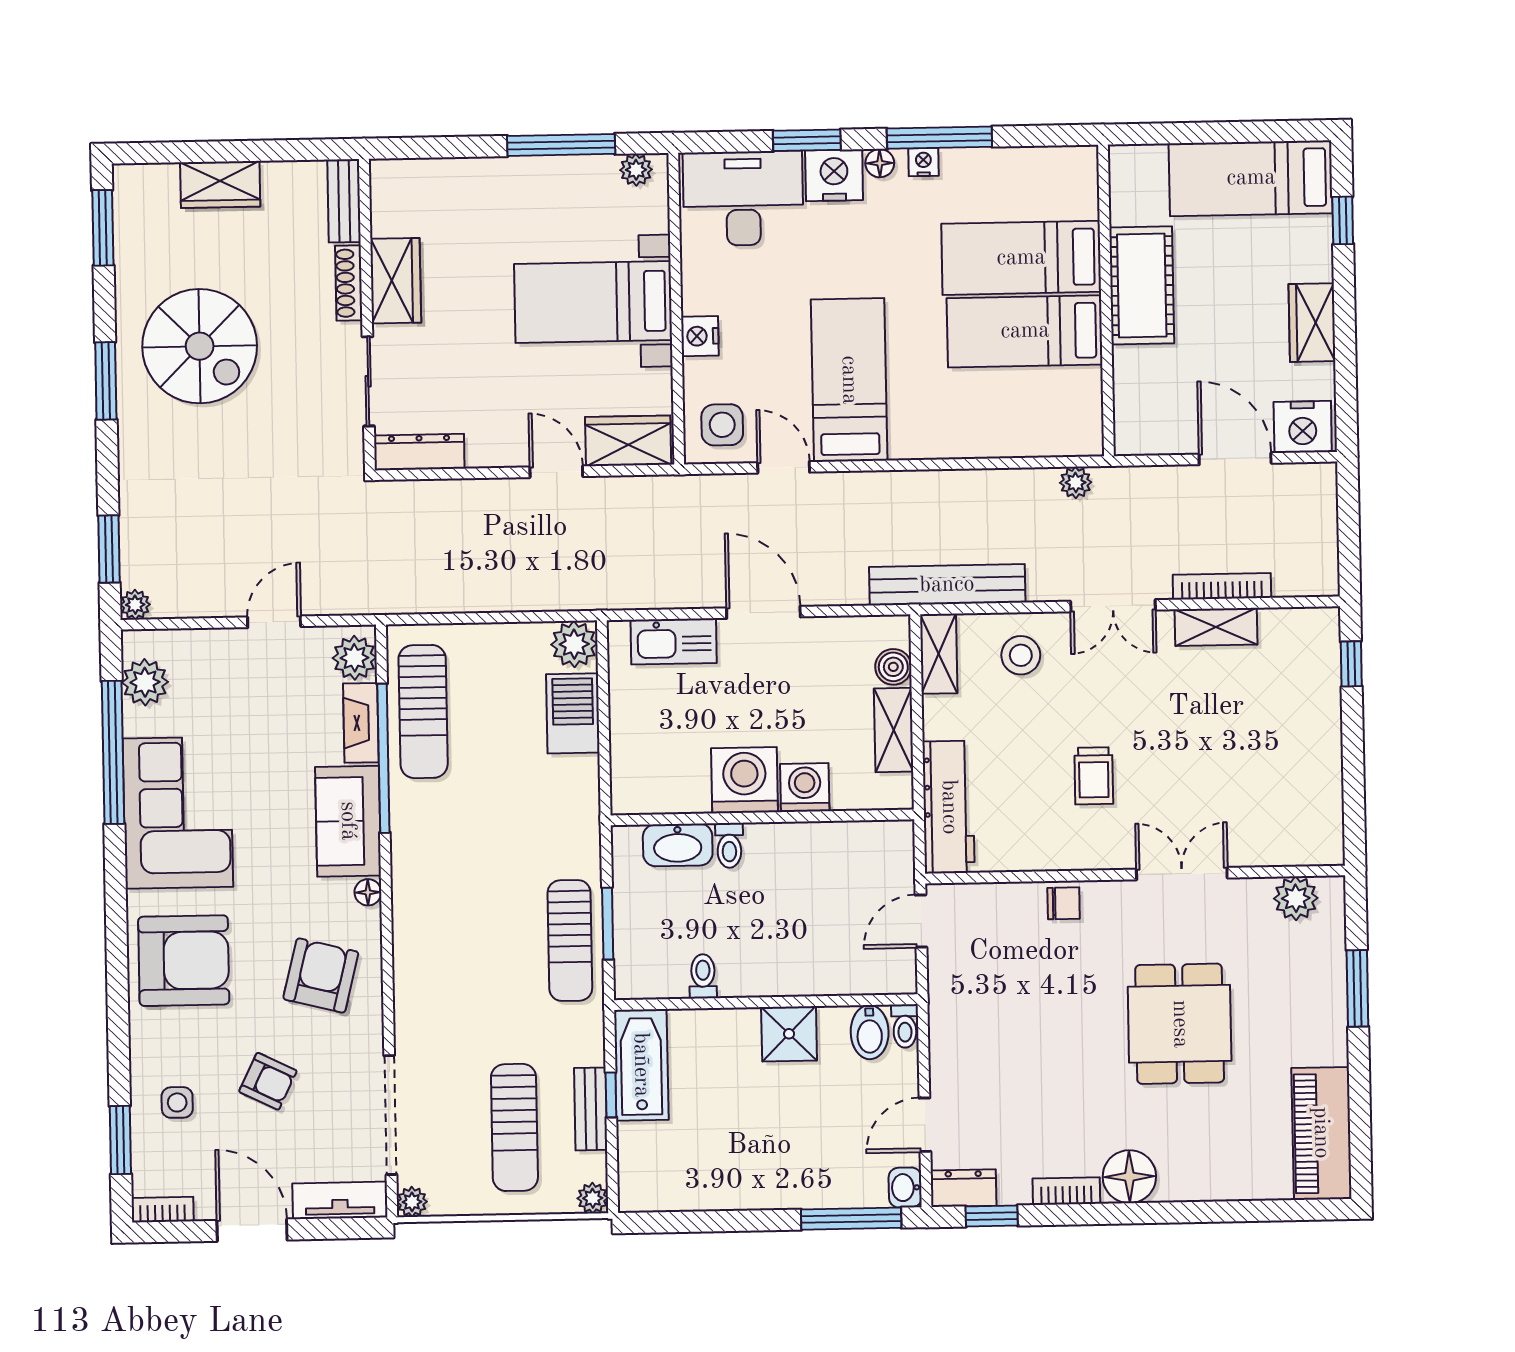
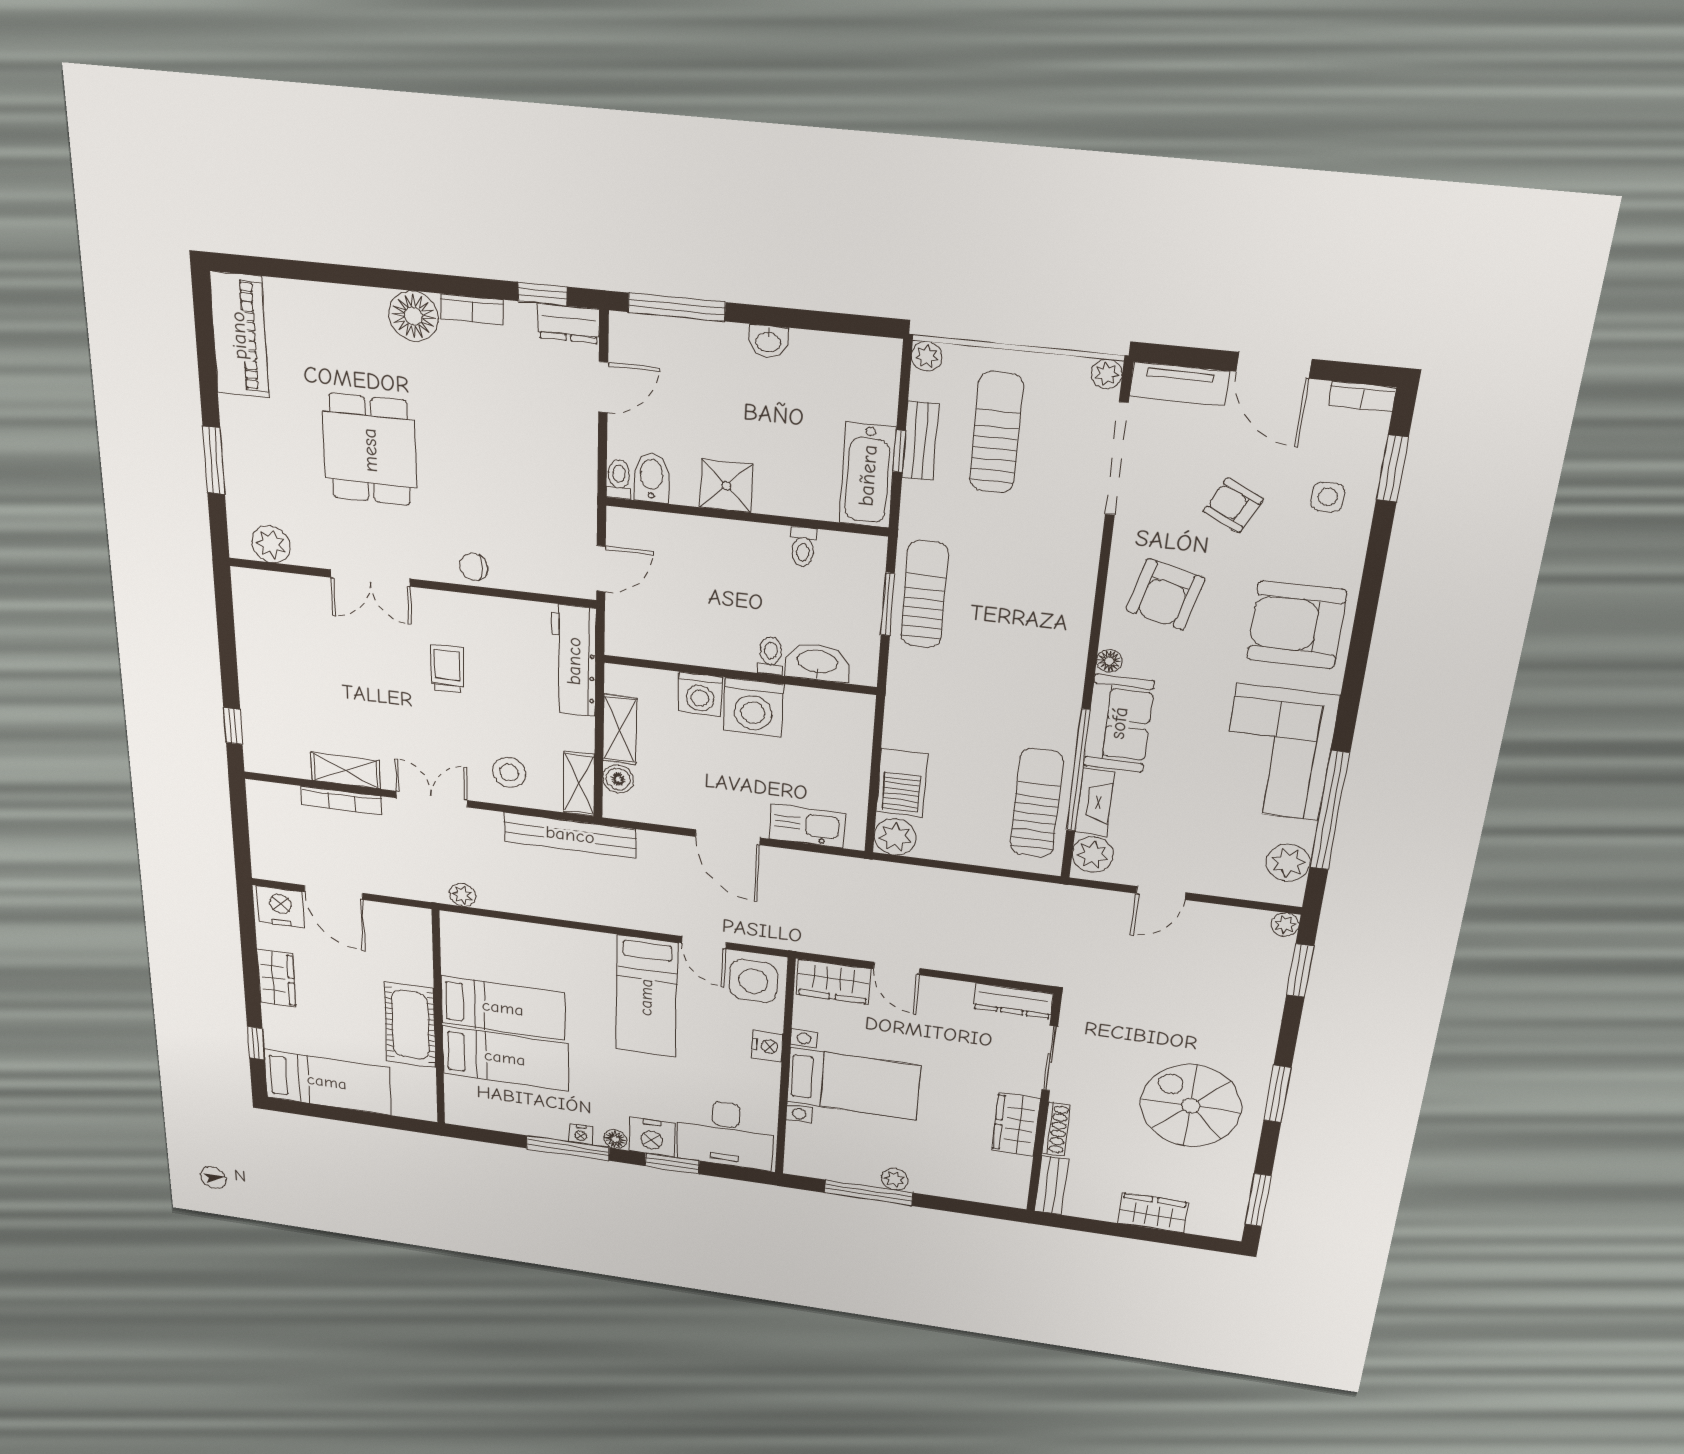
plant: (636, 170) -> (895, 1179), moved
side table: (722, 425) -> (753, 981), width x1.37, depth x1.37
washbasin: (905, 1188) -> (768, 341), moved, turned 90

